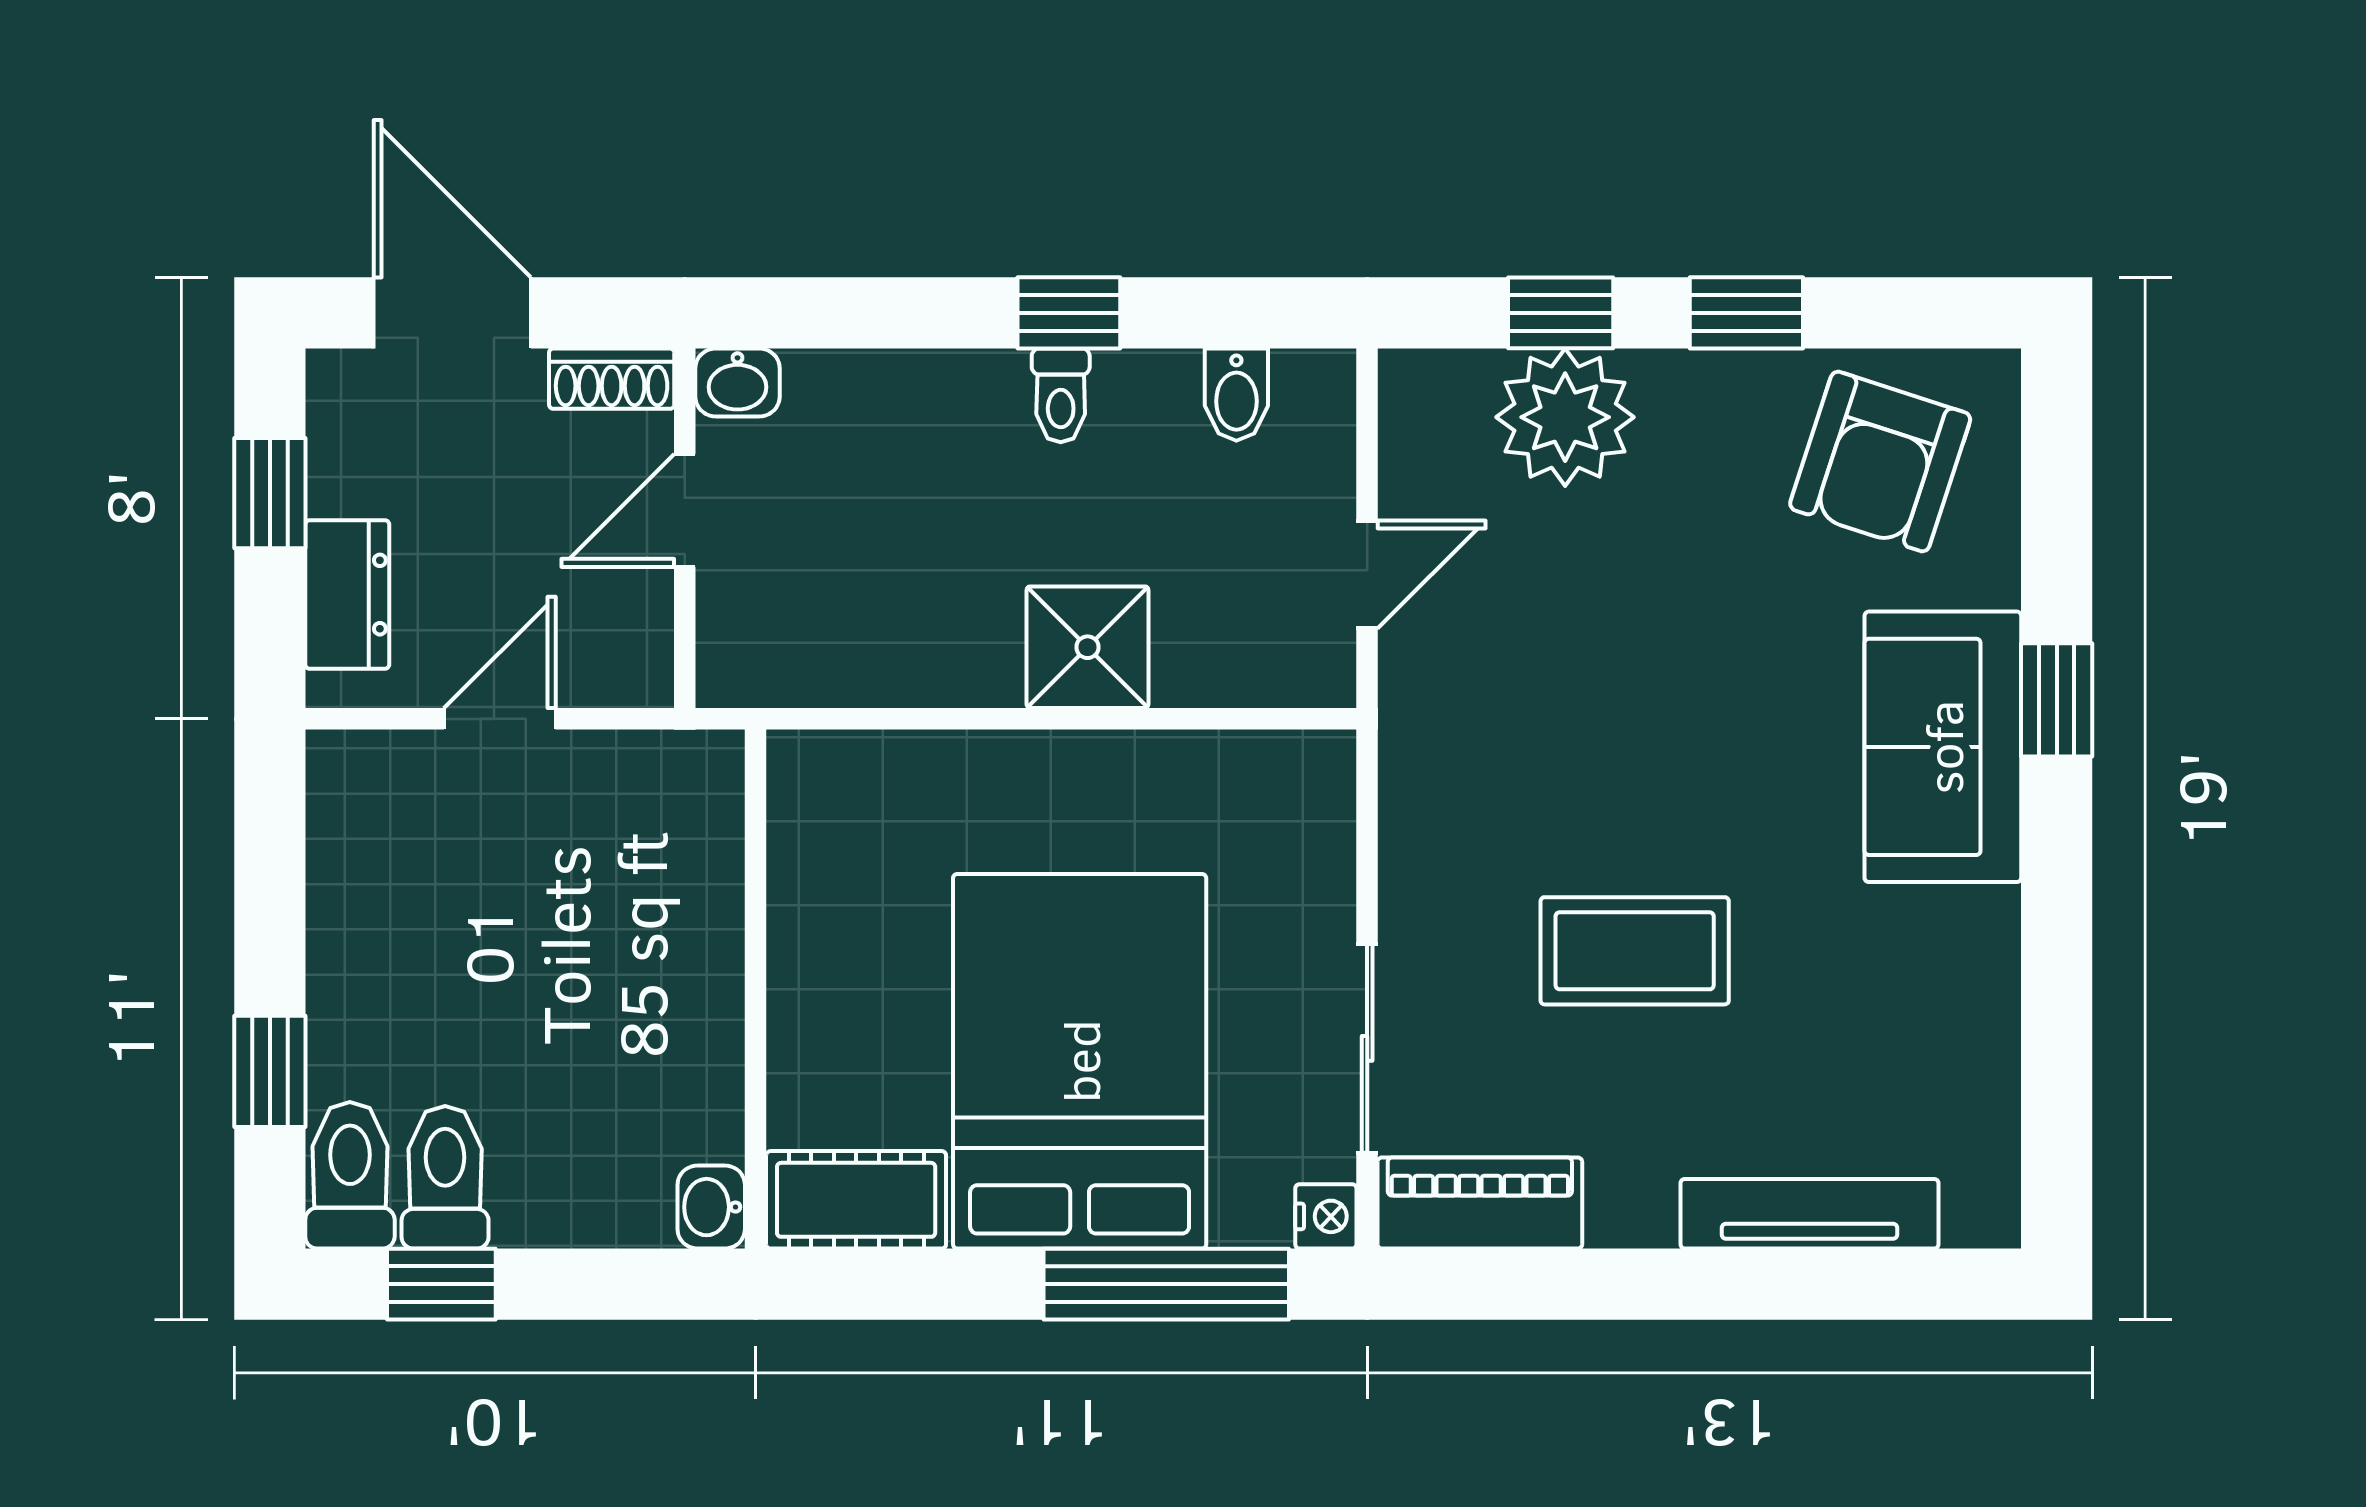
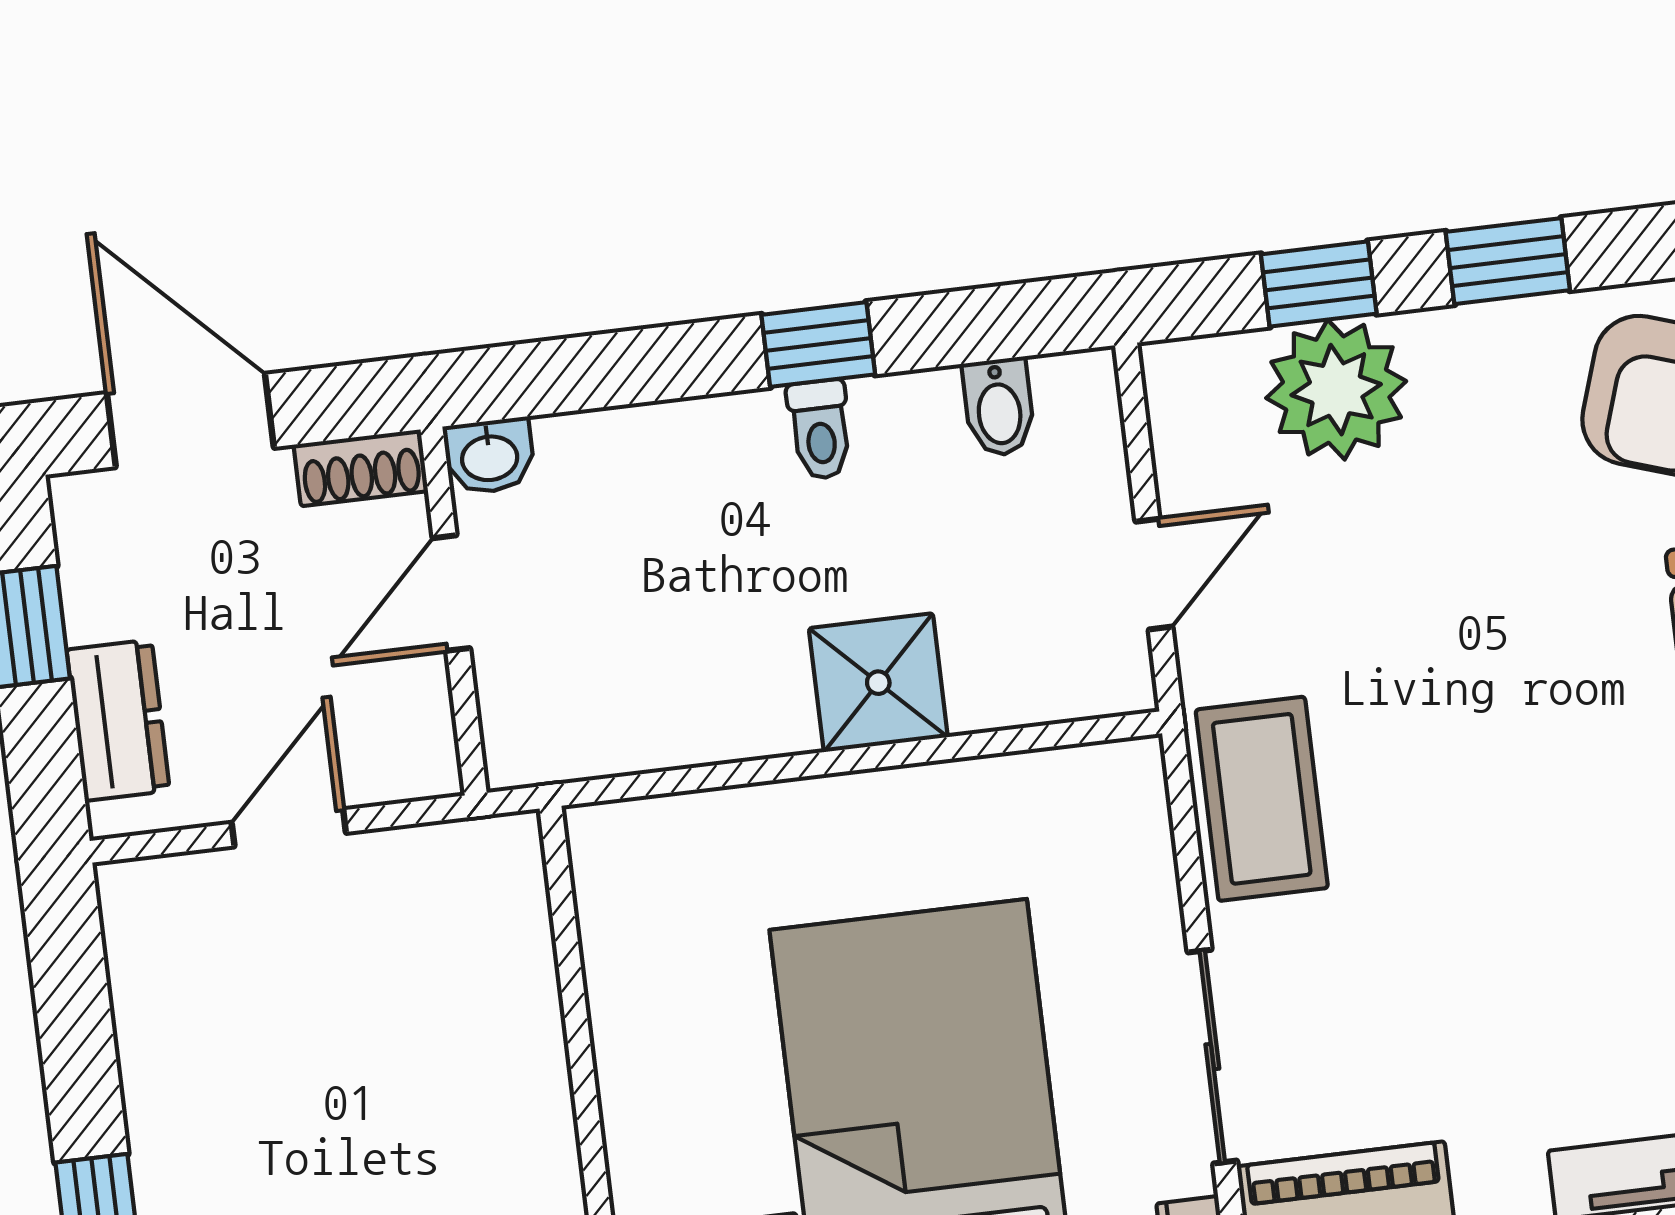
coffee table: (1635, 951) -> (1262, 799), moved, turned 90

